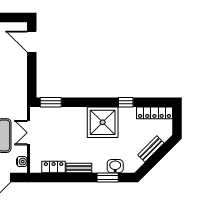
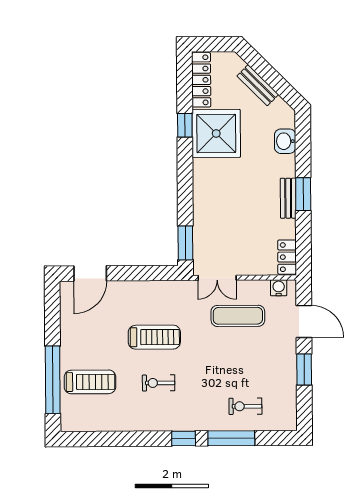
shower: (103, 122) -> (216, 133), moved
double door: (28, 133) -> (217, 278), moved
locker: (54, 167) -> (287, 257), moved
window: (108, 178) -> (303, 194), moved

